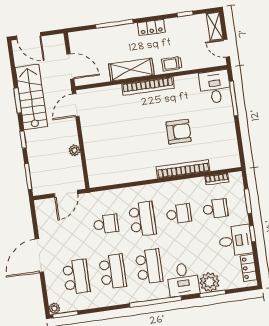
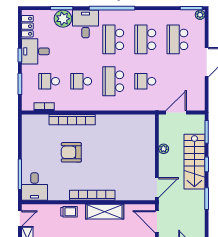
door: (226, 48) -> (20, 219), hinge flipped
stairs: (31, 97) -> (194, 162), moved

